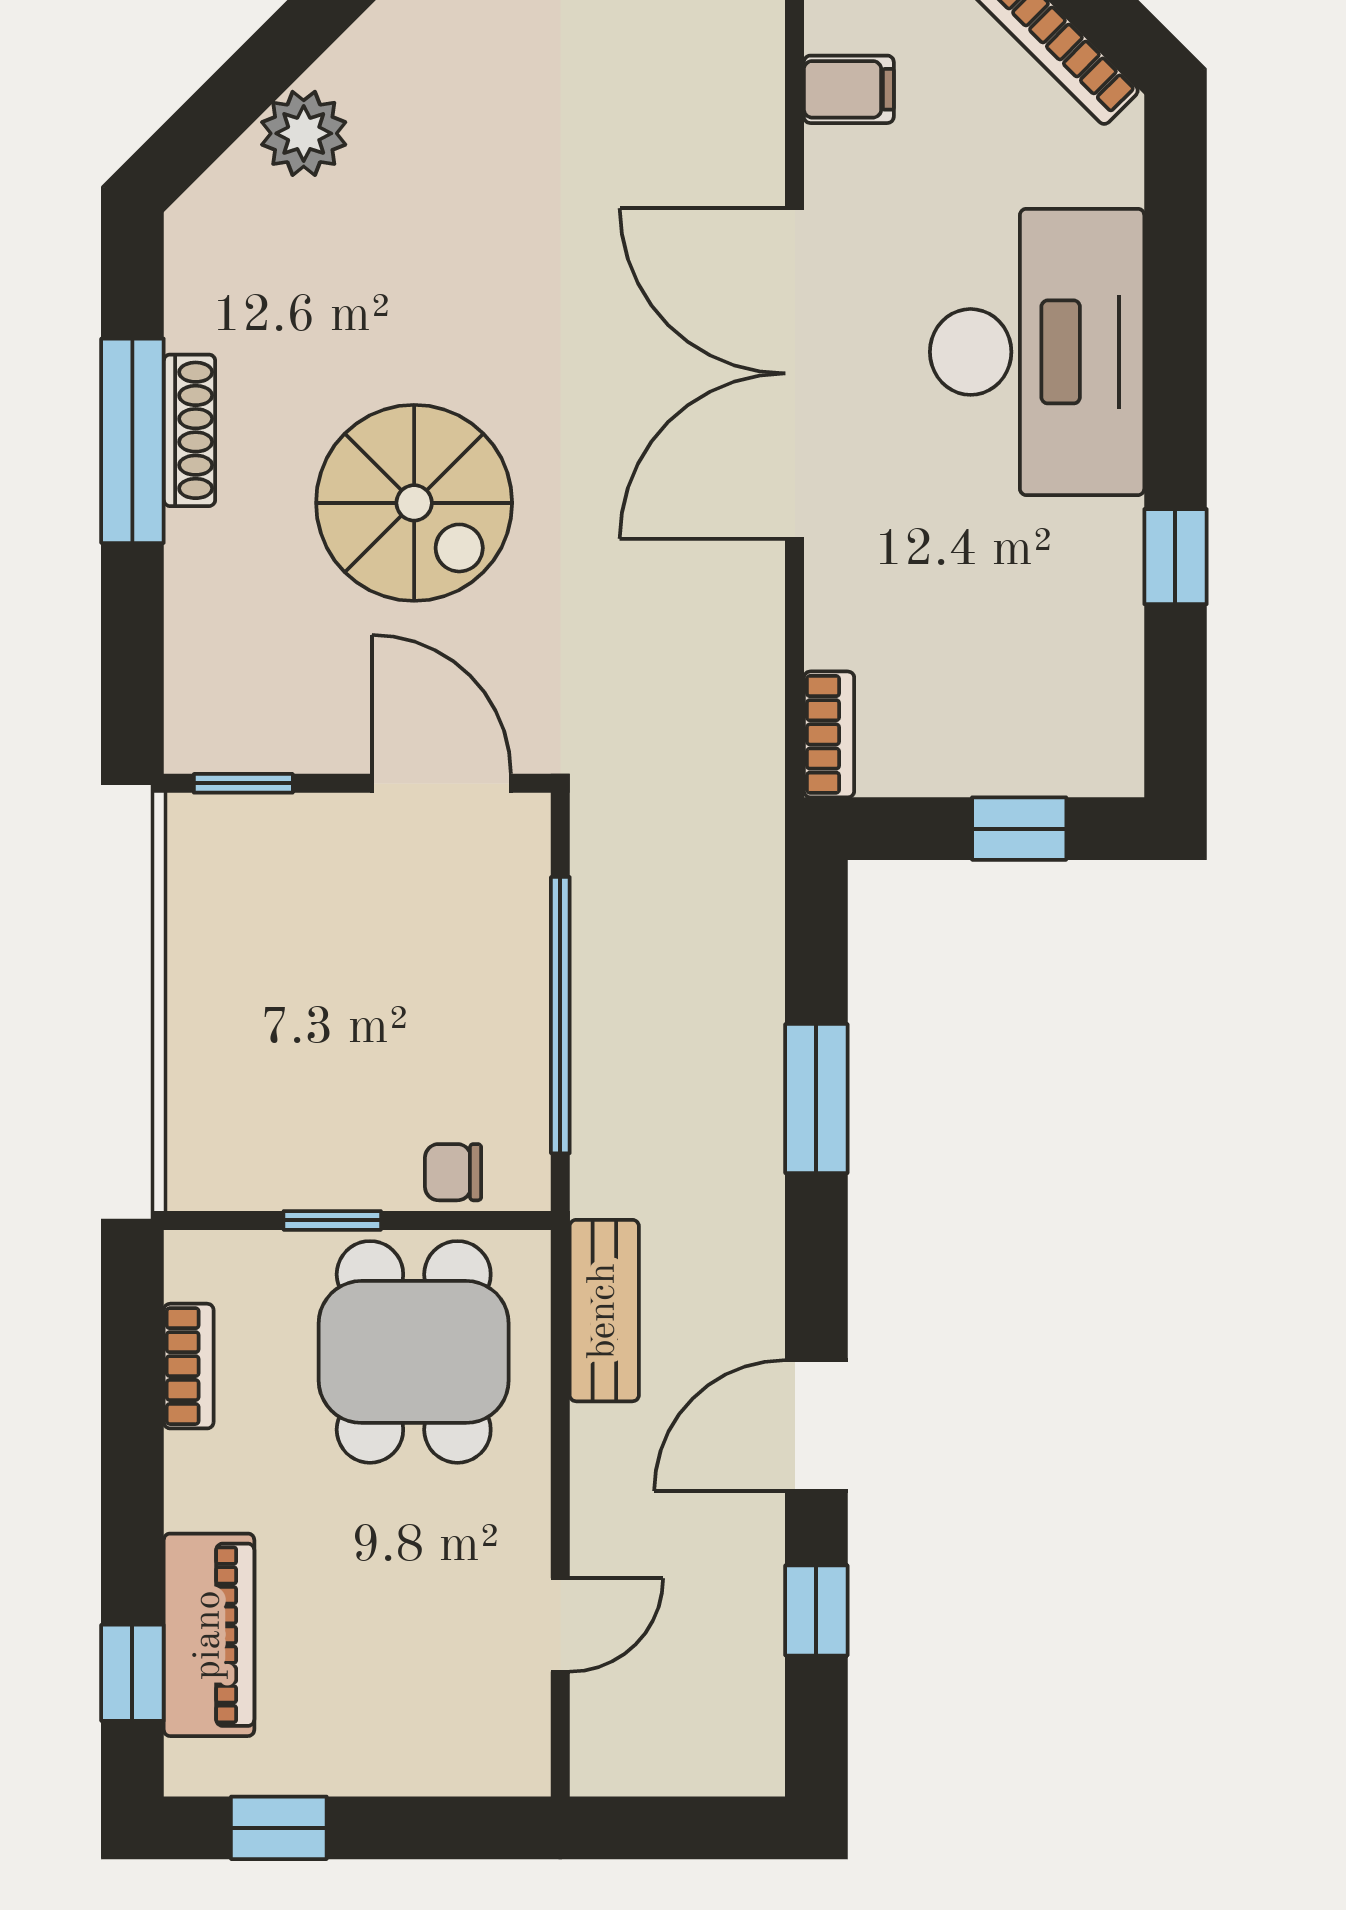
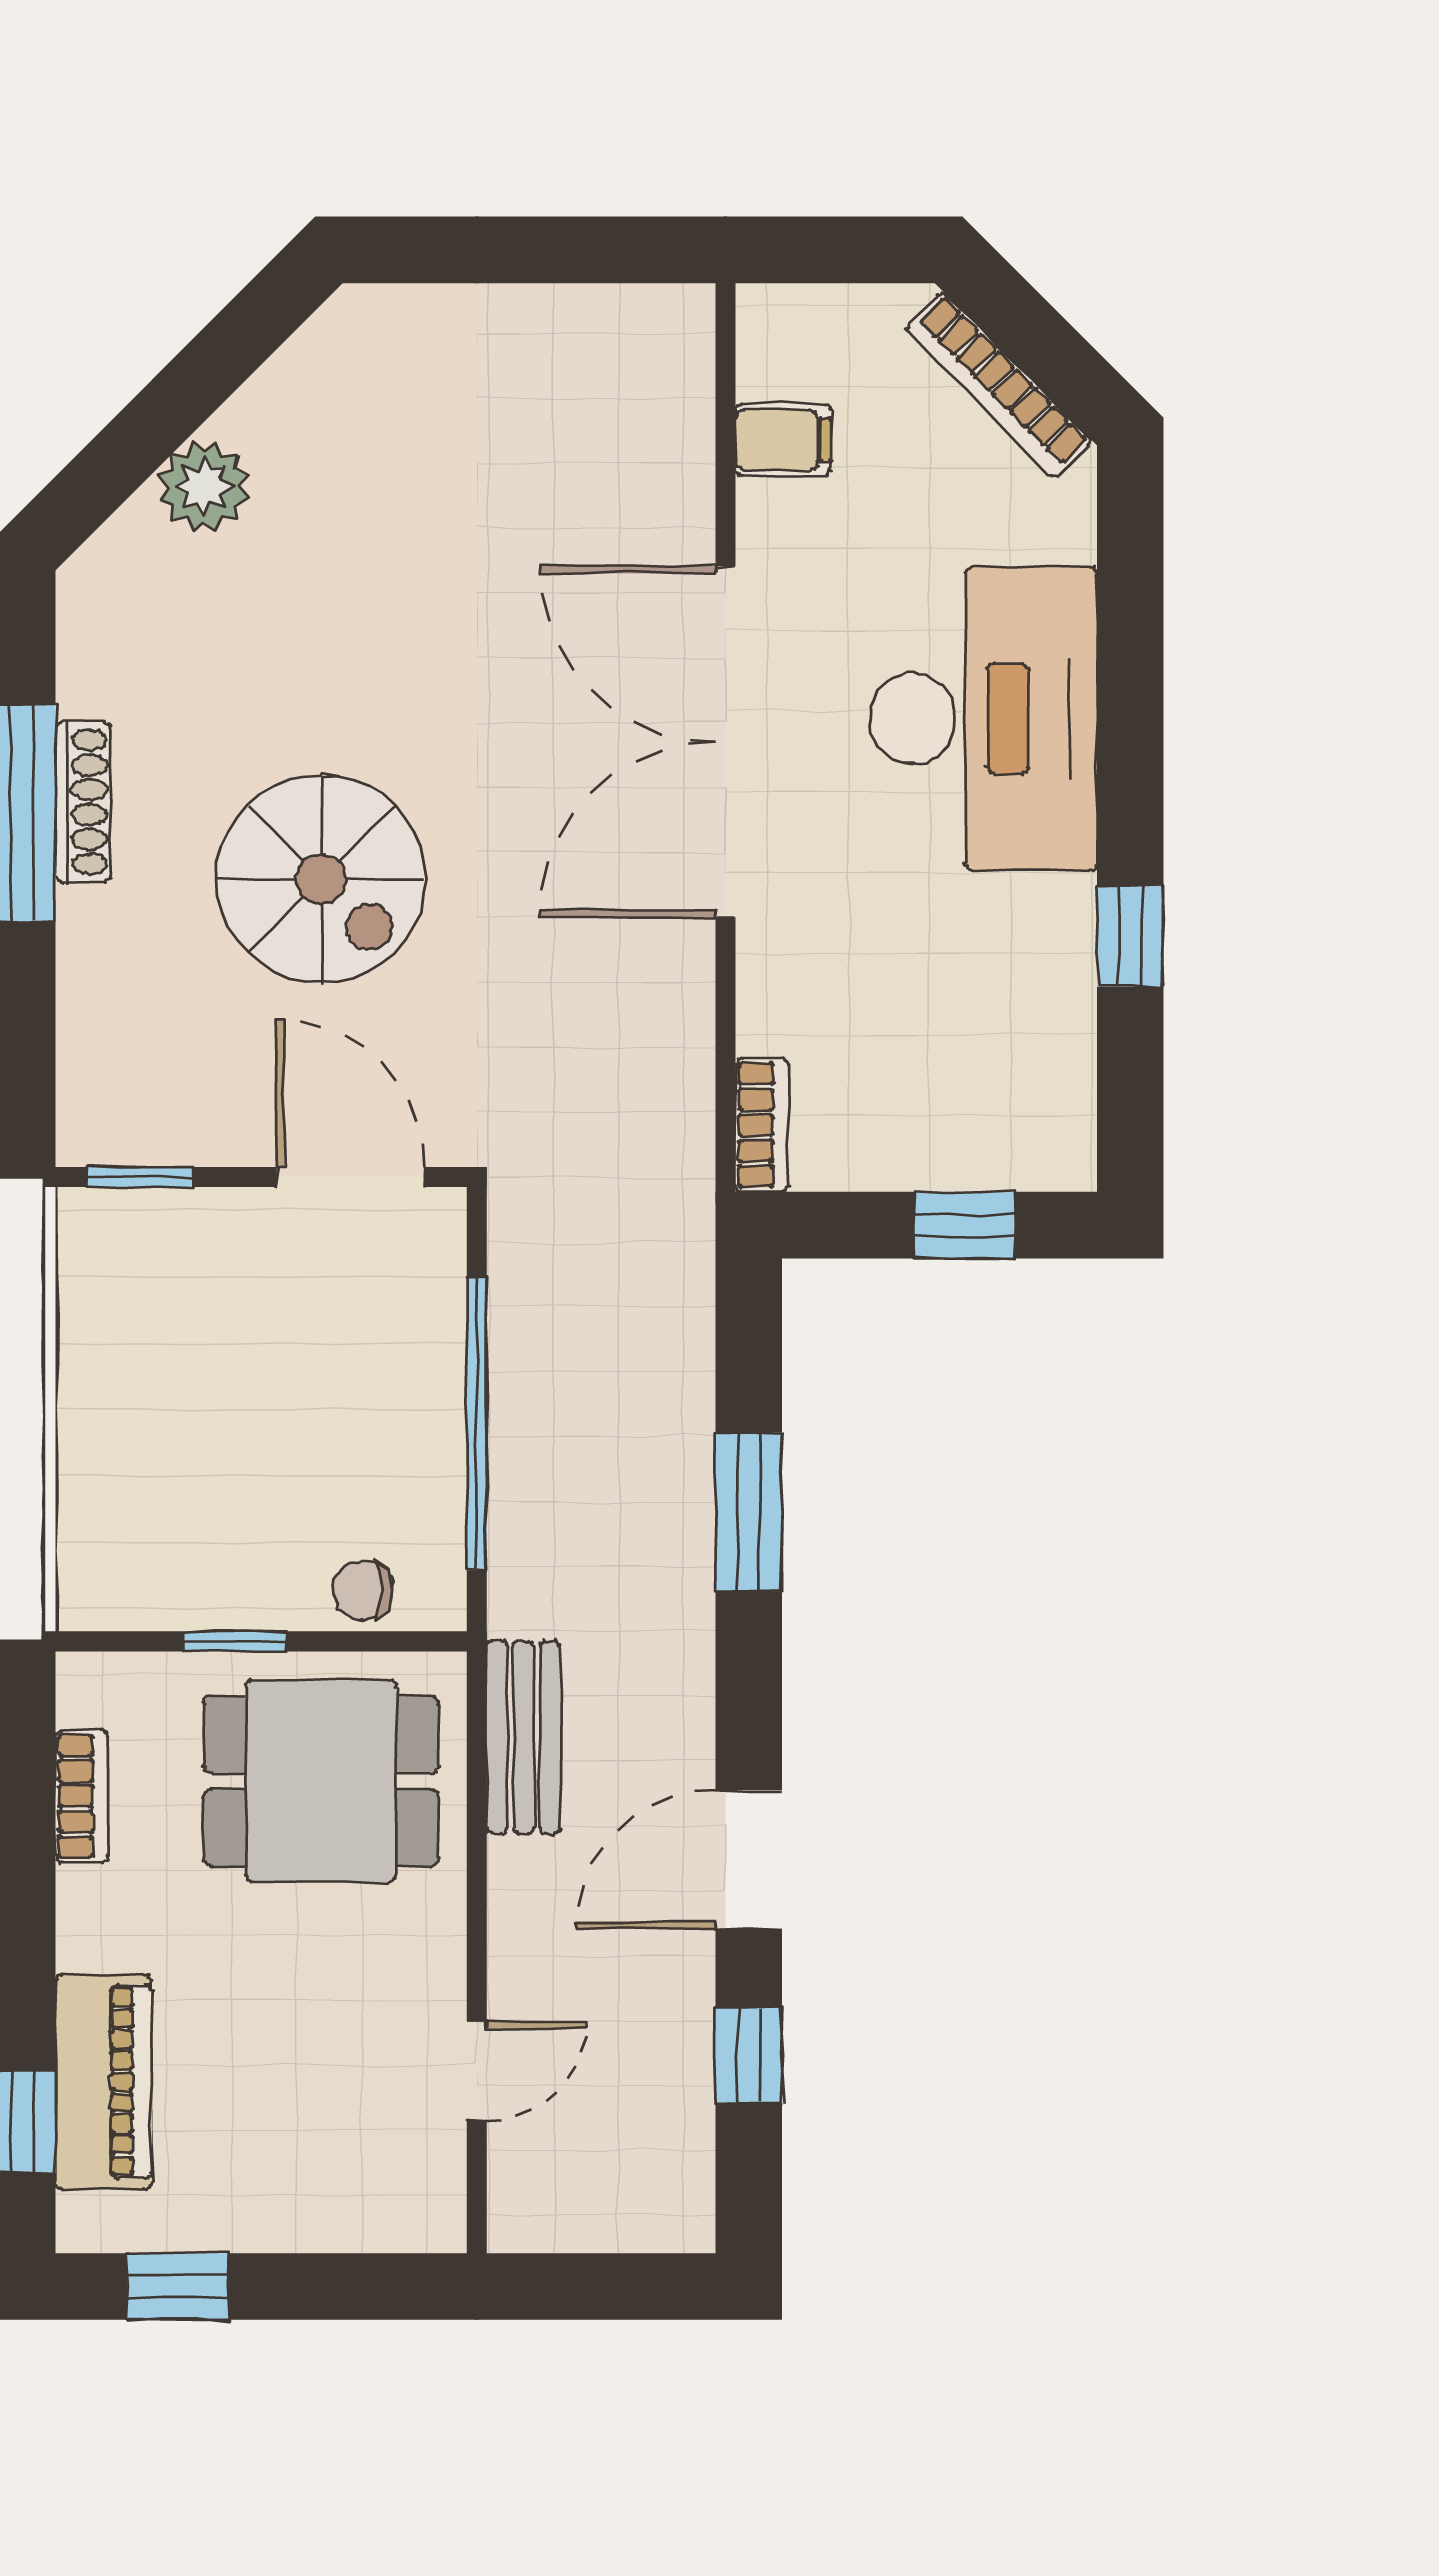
dining table: (414, 1352) -> (321, 1781), turned 90

